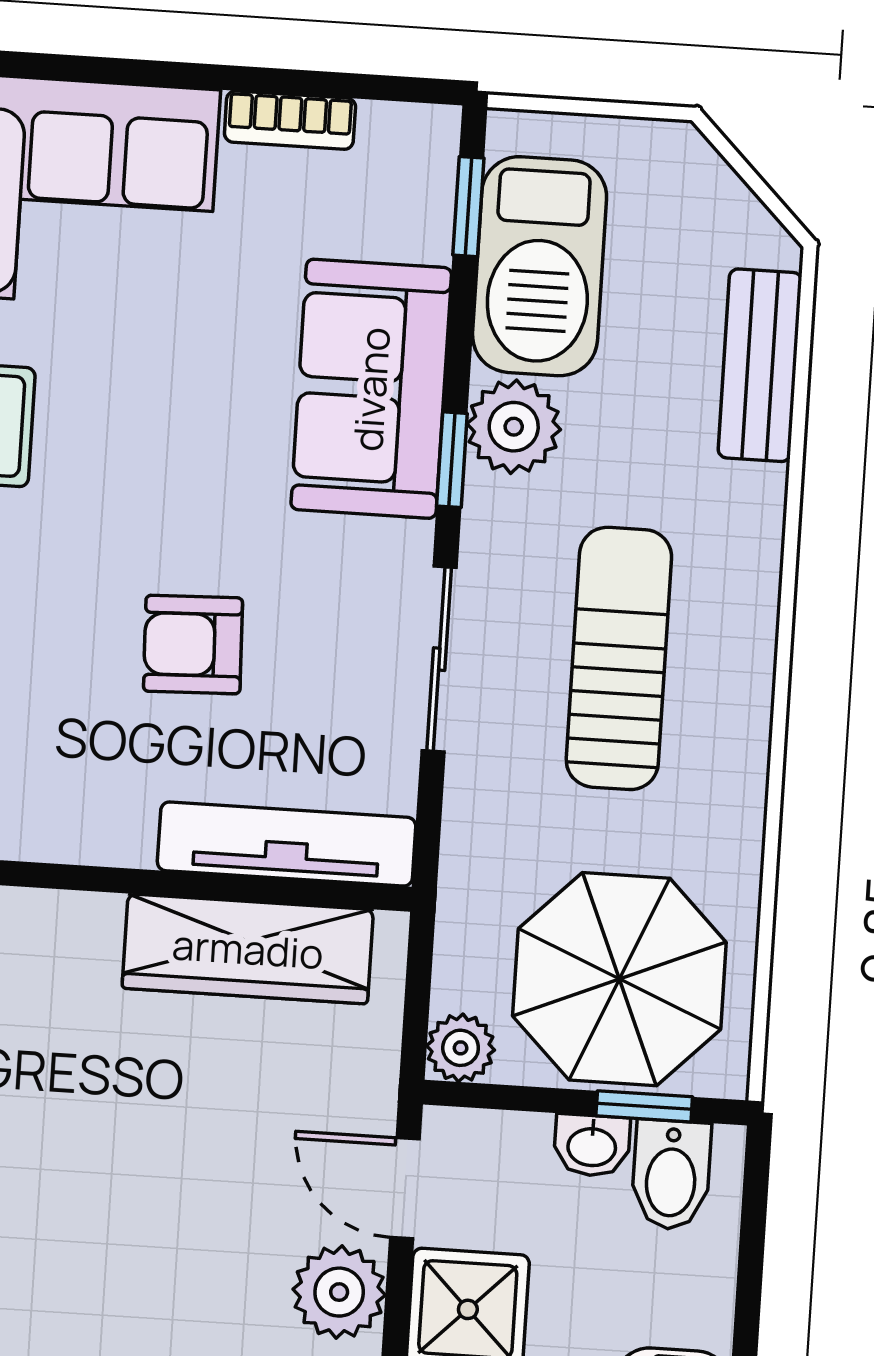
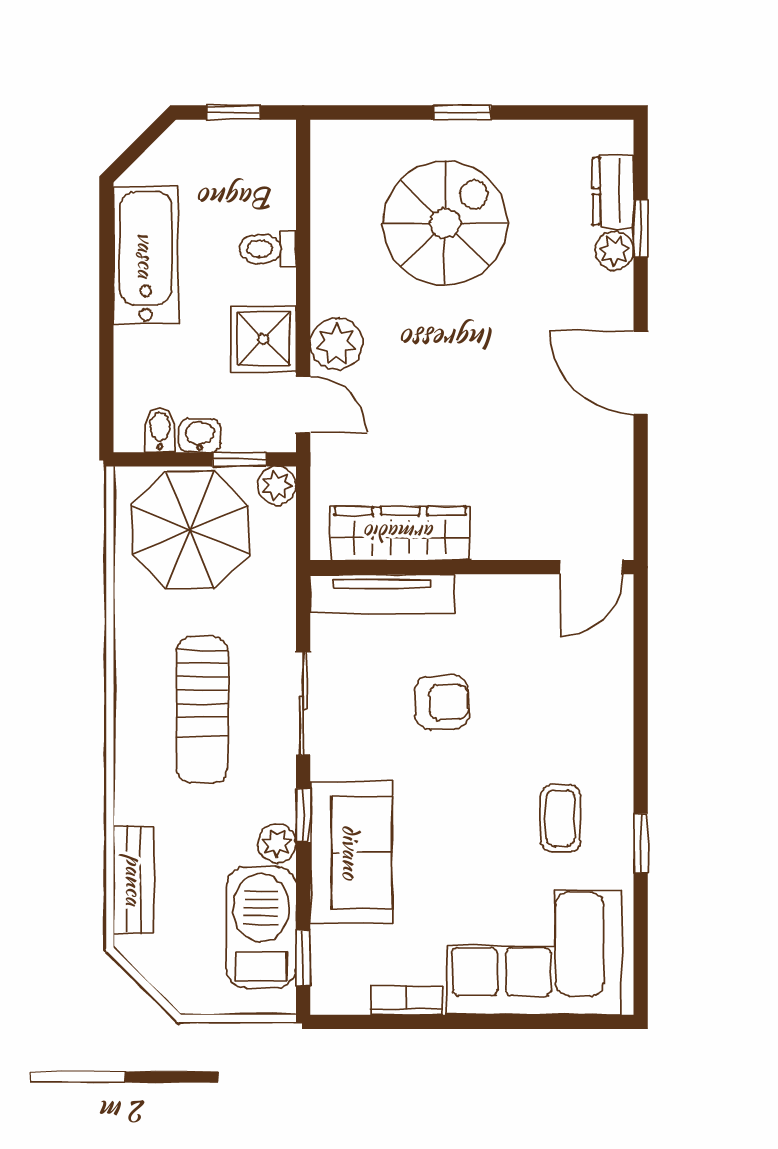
plant: (514, 427) -> (277, 843), width x0.73, depth x0.73
window: (644, 1106) -> (240, 459), moved
bidet: (671, 1175) -> (160, 430), width x0.72, depth x0.74

